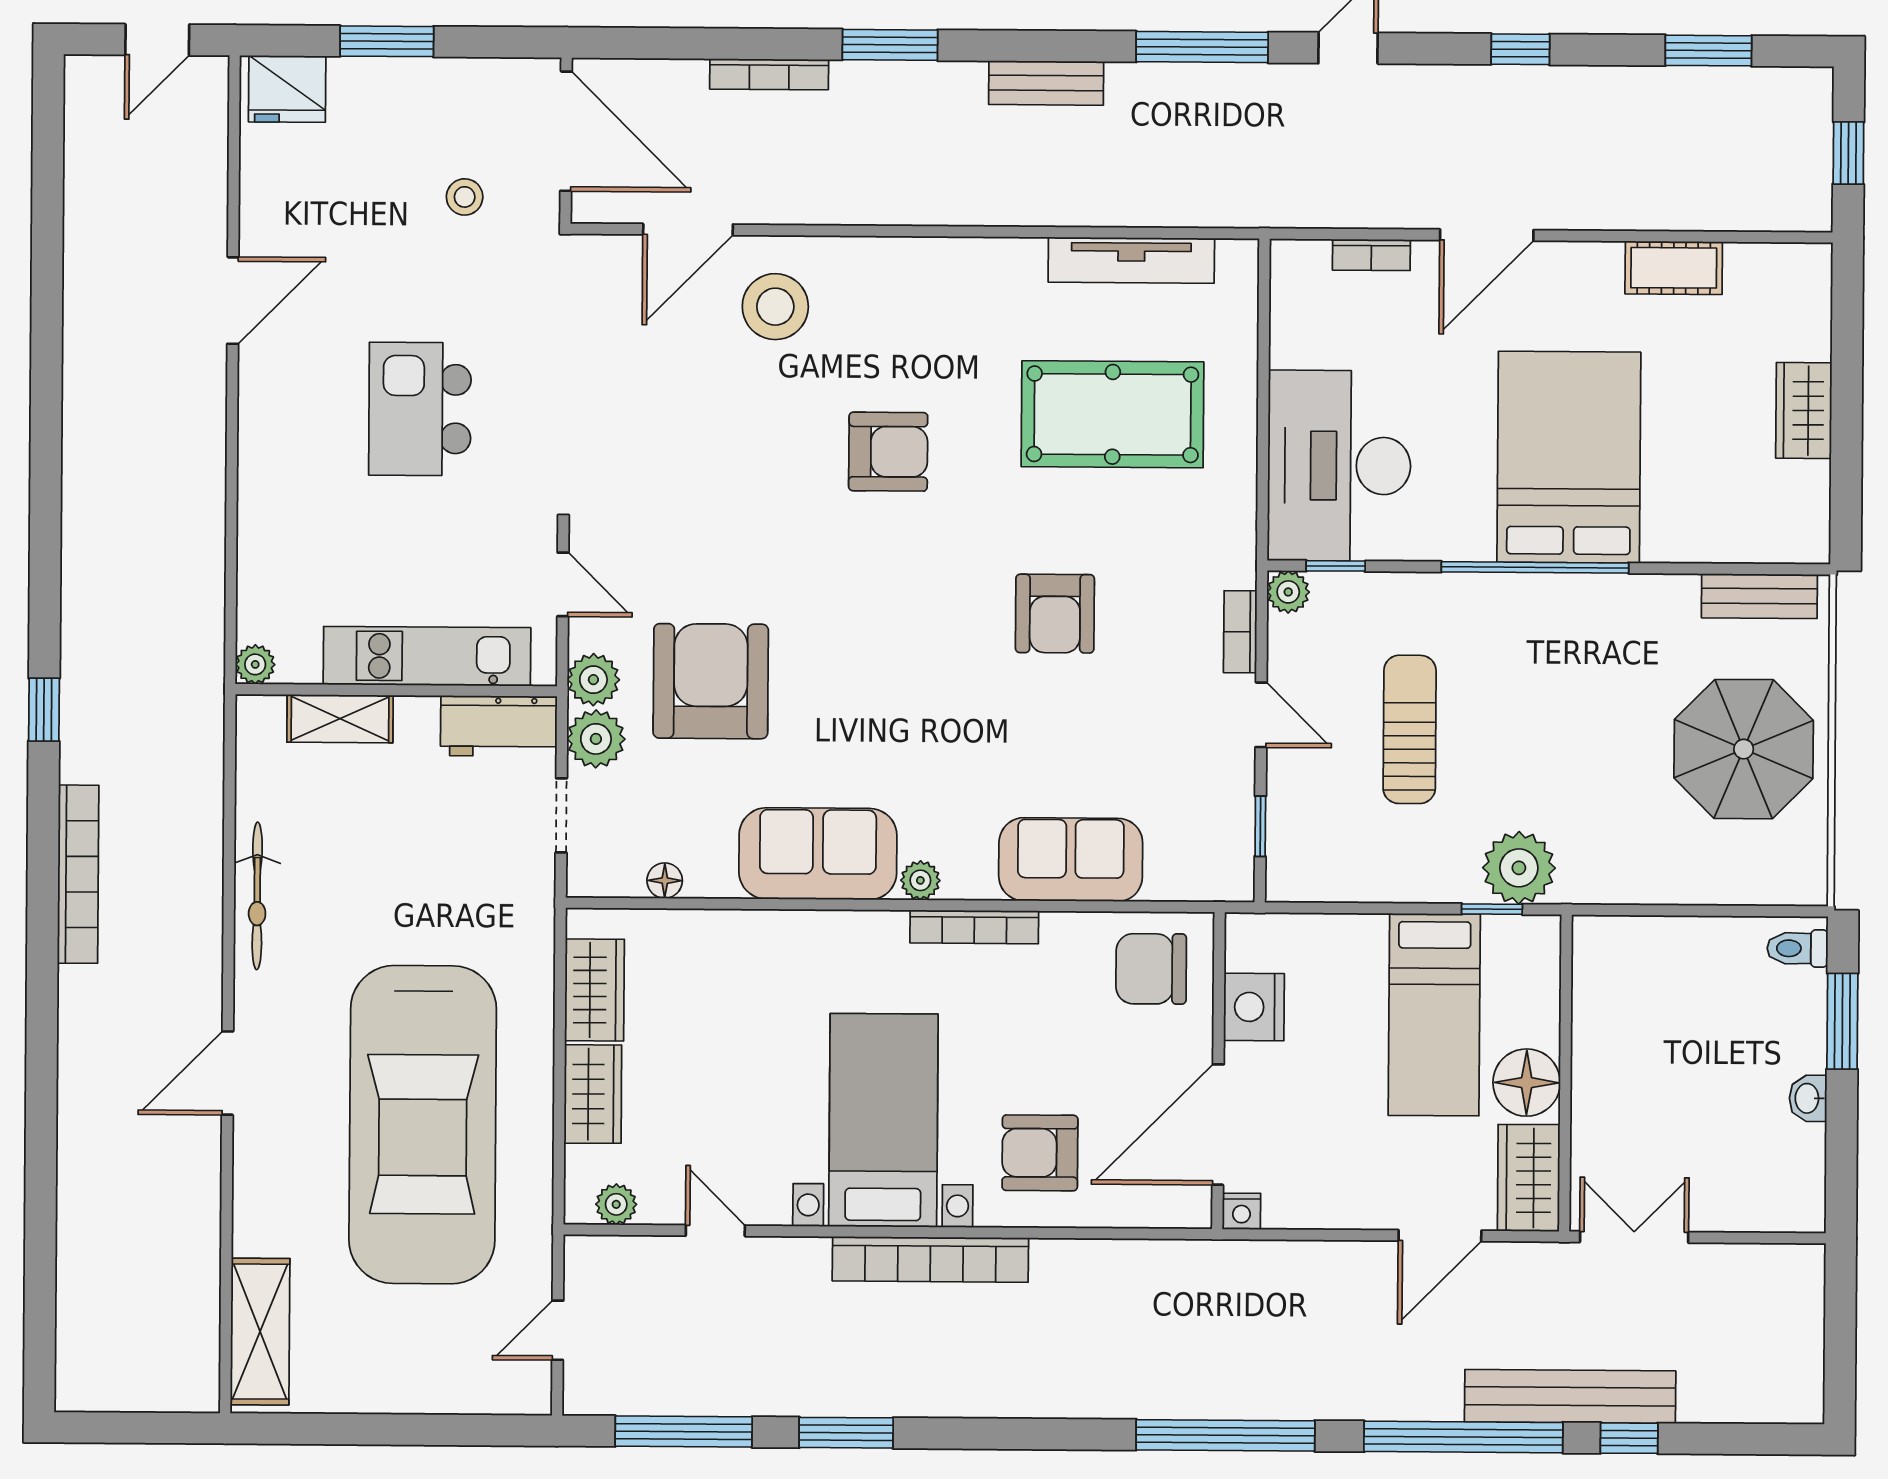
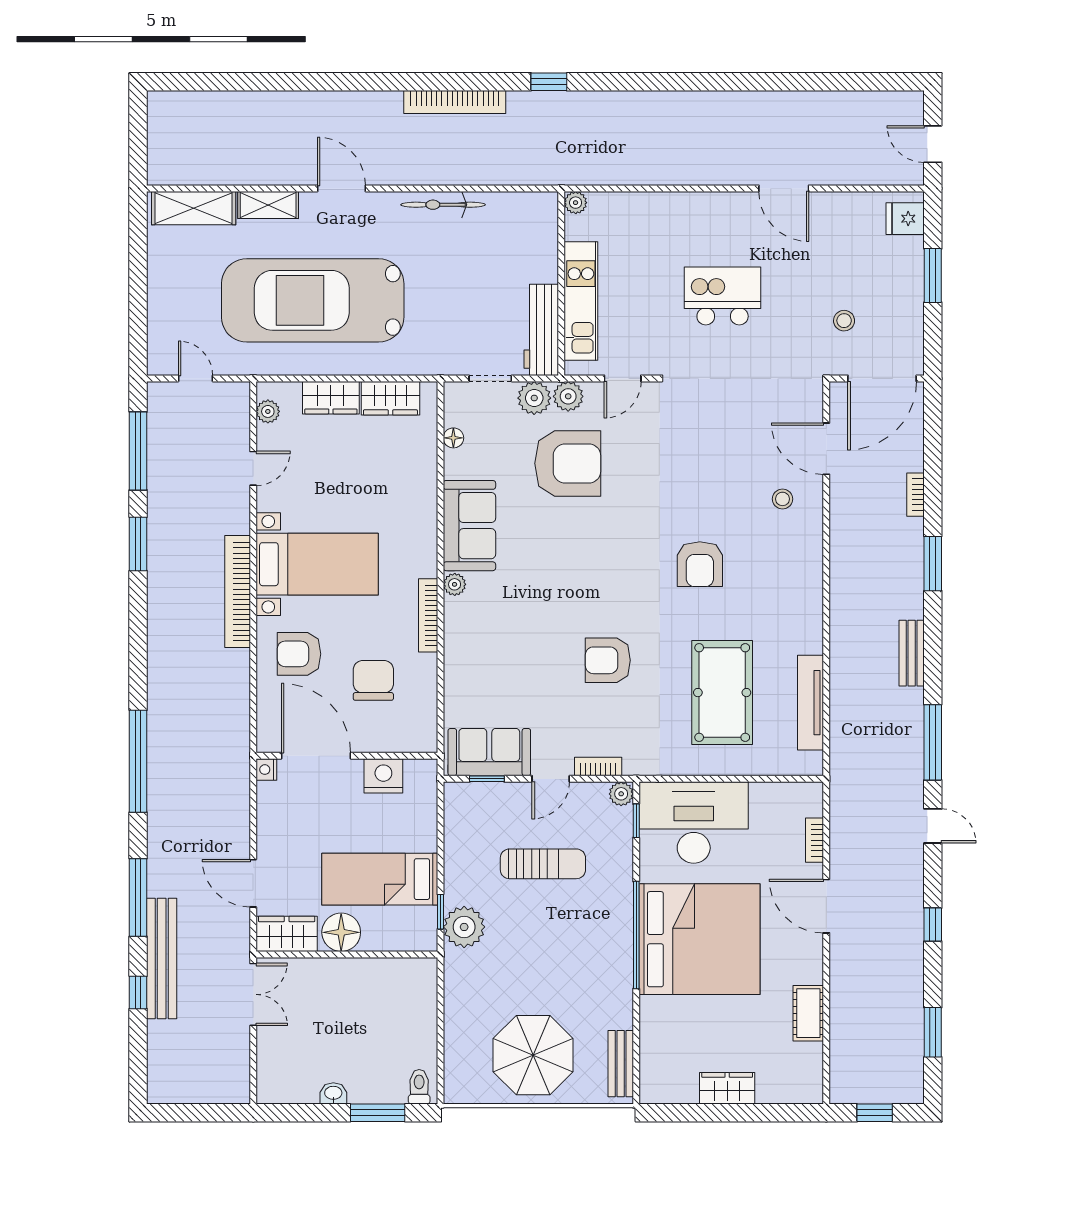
bookcase: (769, 74) -> (915, 495), width x0.64
fridge: (287, 89) -> (905, 219), width x0.72
stool: (775, 307) -> (782, 499), width x0.53, depth x0.53
bed: (1569, 457) -> (699, 939), width x1.36
shelving: (340, 719) -> (268, 205), moved, turned 90
workbench: (499, 726) -> (541, 330), width x1.38
sofa: (1071, 860) -> (489, 752), moved, turned -90
chair: (1151, 969) -> (373, 680), moved
armchair: (1040, 1153) -> (299, 654), turned -90
window: (1463, 1437) -> (138, 897), width x0.68

